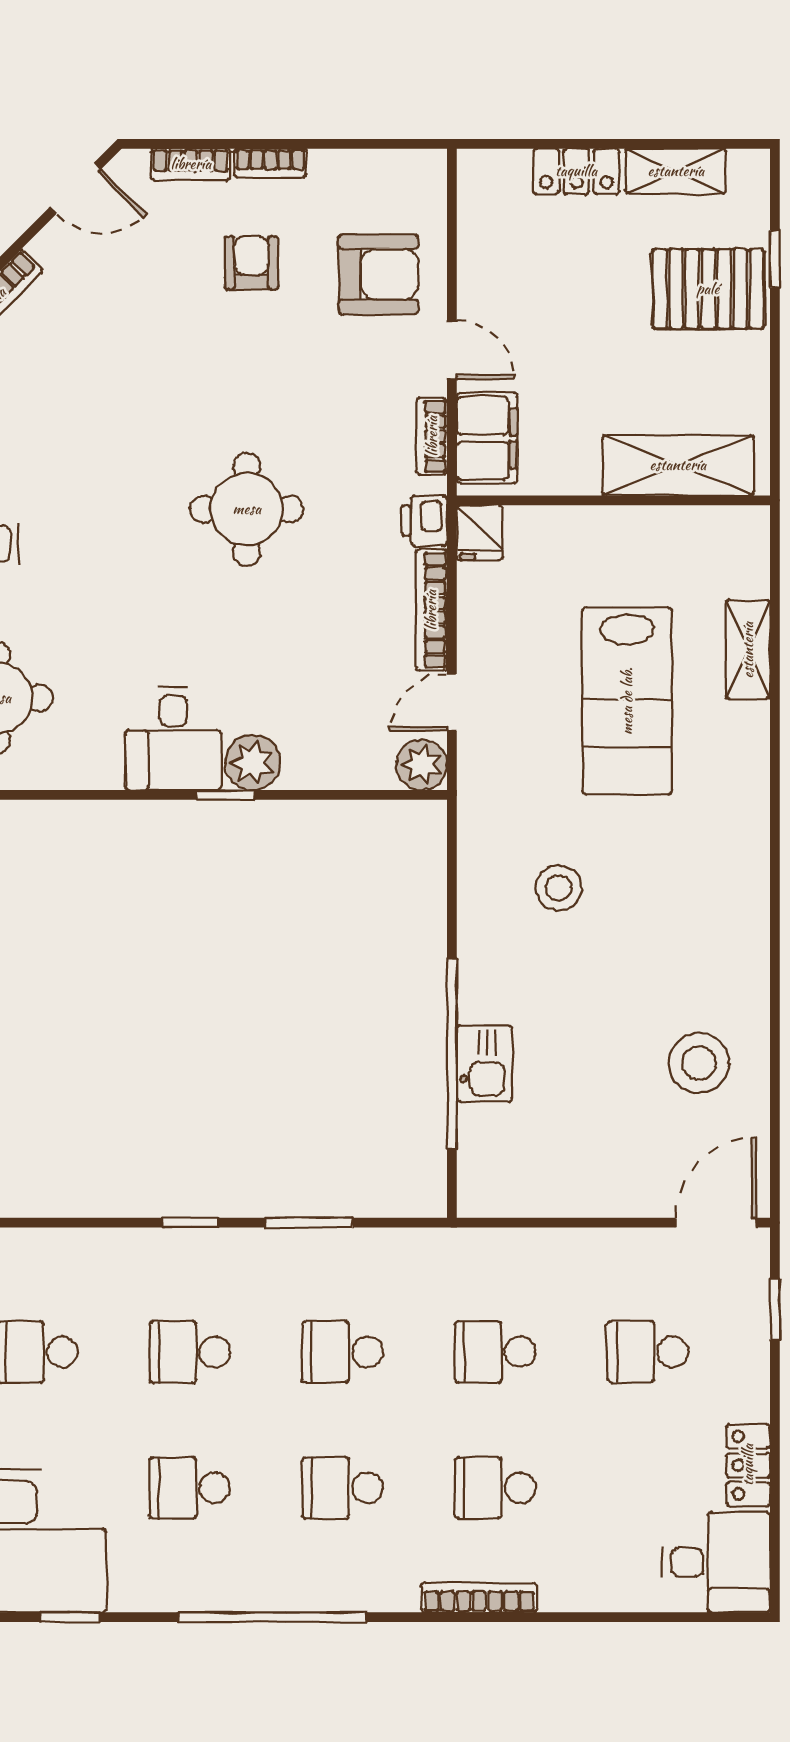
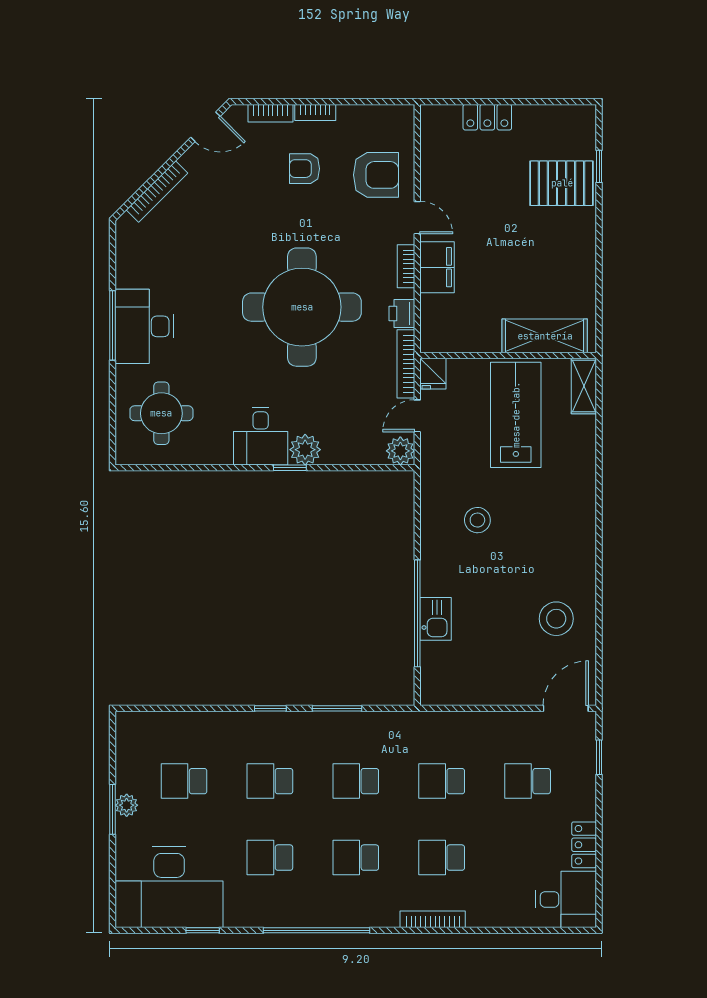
shelving: (676, 171) -> (543, 117), removed
armchair: (251, 263) -> (305, 169), turned -90
shelving: (678, 465) -> (545, 336), moved
wall: (613, 500) -> (508, 356), moved
round table: (247, 509) -> (302, 307), width x1.86, depth x1.86
fridge: (480, 533) -> (433, 374), moved
lab bench: (627, 701) -> (516, 415), turned 180

